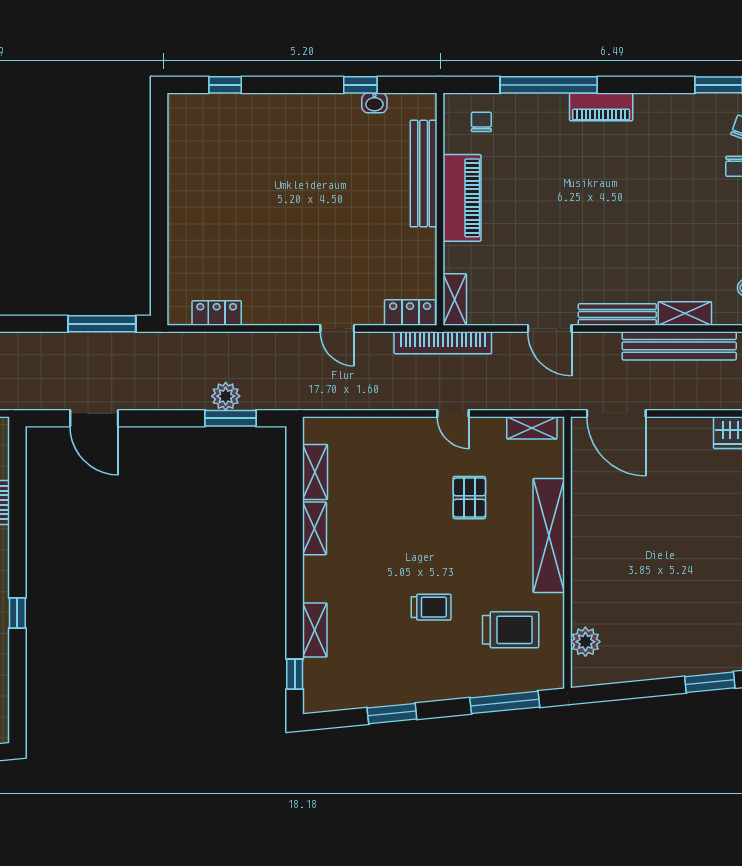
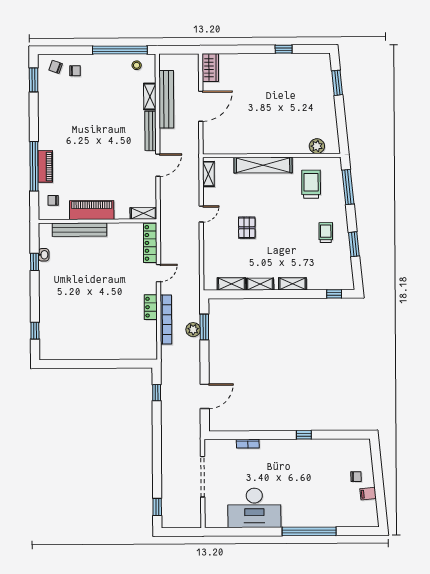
piano: (601, 107) -> (45, 166), moved
locker: (217, 313) -> (151, 307), moved
locker: (410, 313) -> (150, 243), width x1.53
window: (102, 324) -> (157, 393), width x0.46
bookcase: (443, 343) -> (166, 319), moved
door: (616, 413) -> (201, 106), moved
pallet: (469, 498) -> (247, 228), moved, turned 90
trolley: (431, 607) -> (326, 233), moved
shelving: (315, 630) -> (292, 284), moved

